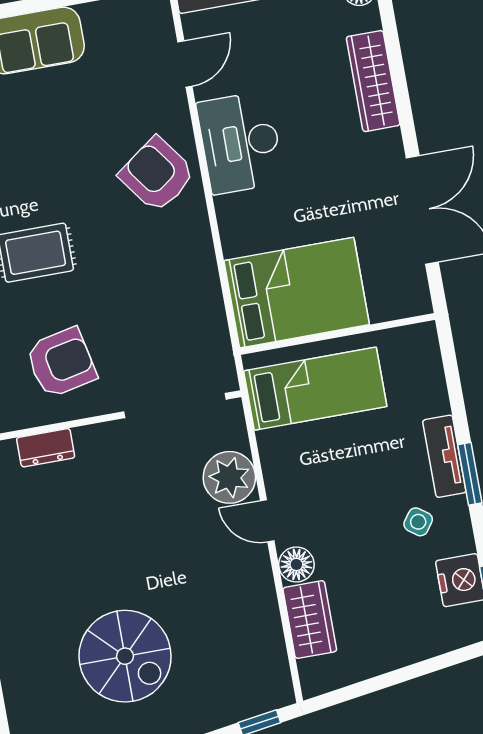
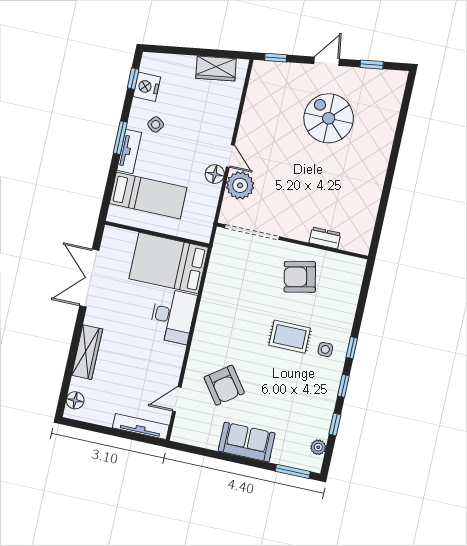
desk: (240, 143) -> (173, 316), moved
armchair: (157, 174) -> (224, 385), moved
bed: (315, 389) -> (148, 196), moved, turned 180
floor lamp: (296, 564) -> (215, 174), moved
wardrobe: (310, 620) -> (216, 68), moved, turned -98

